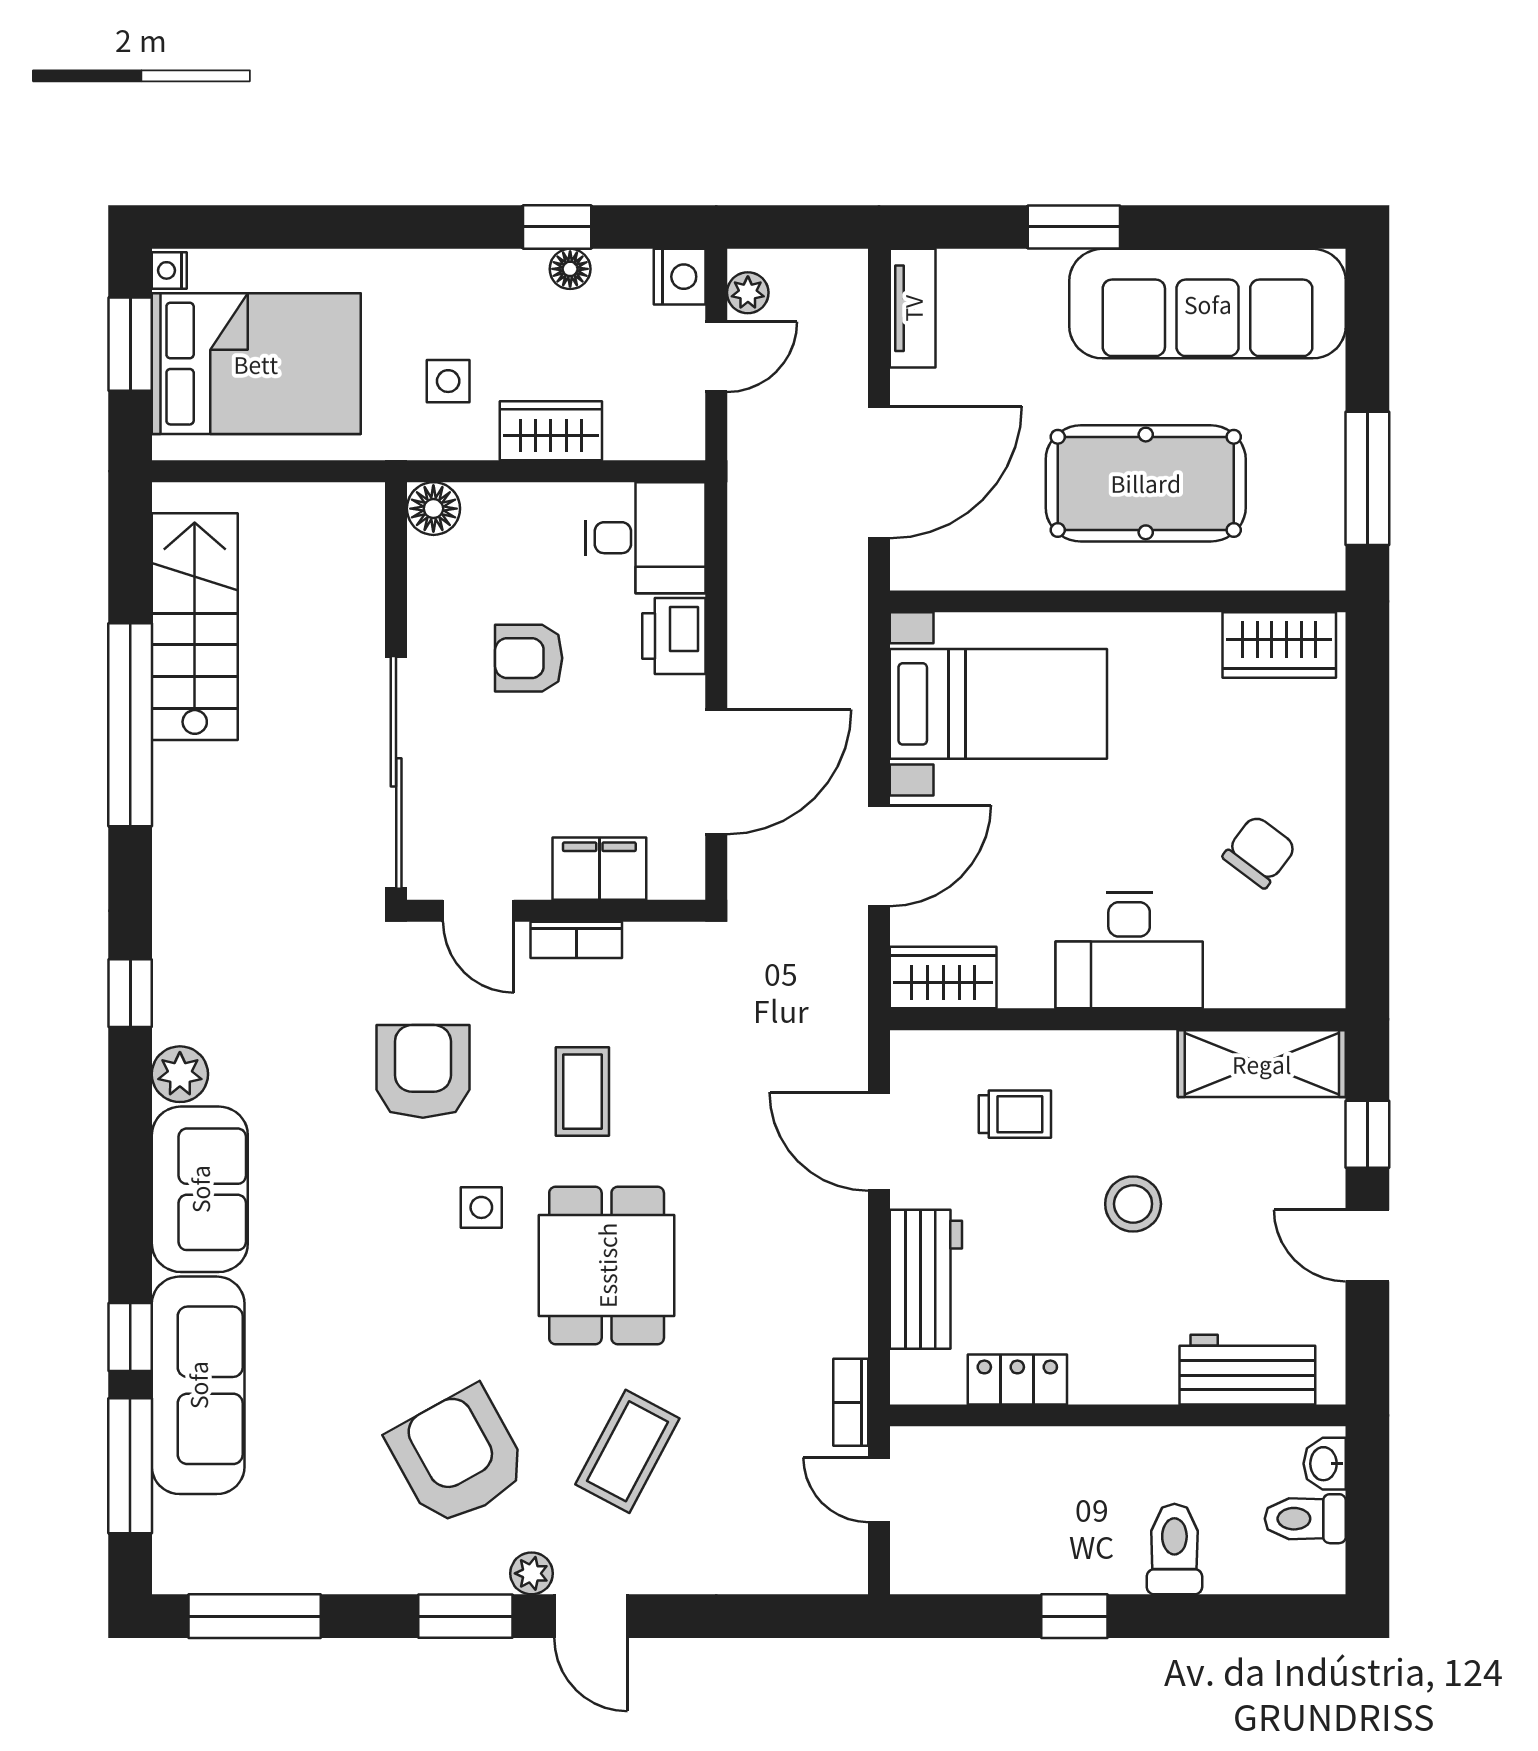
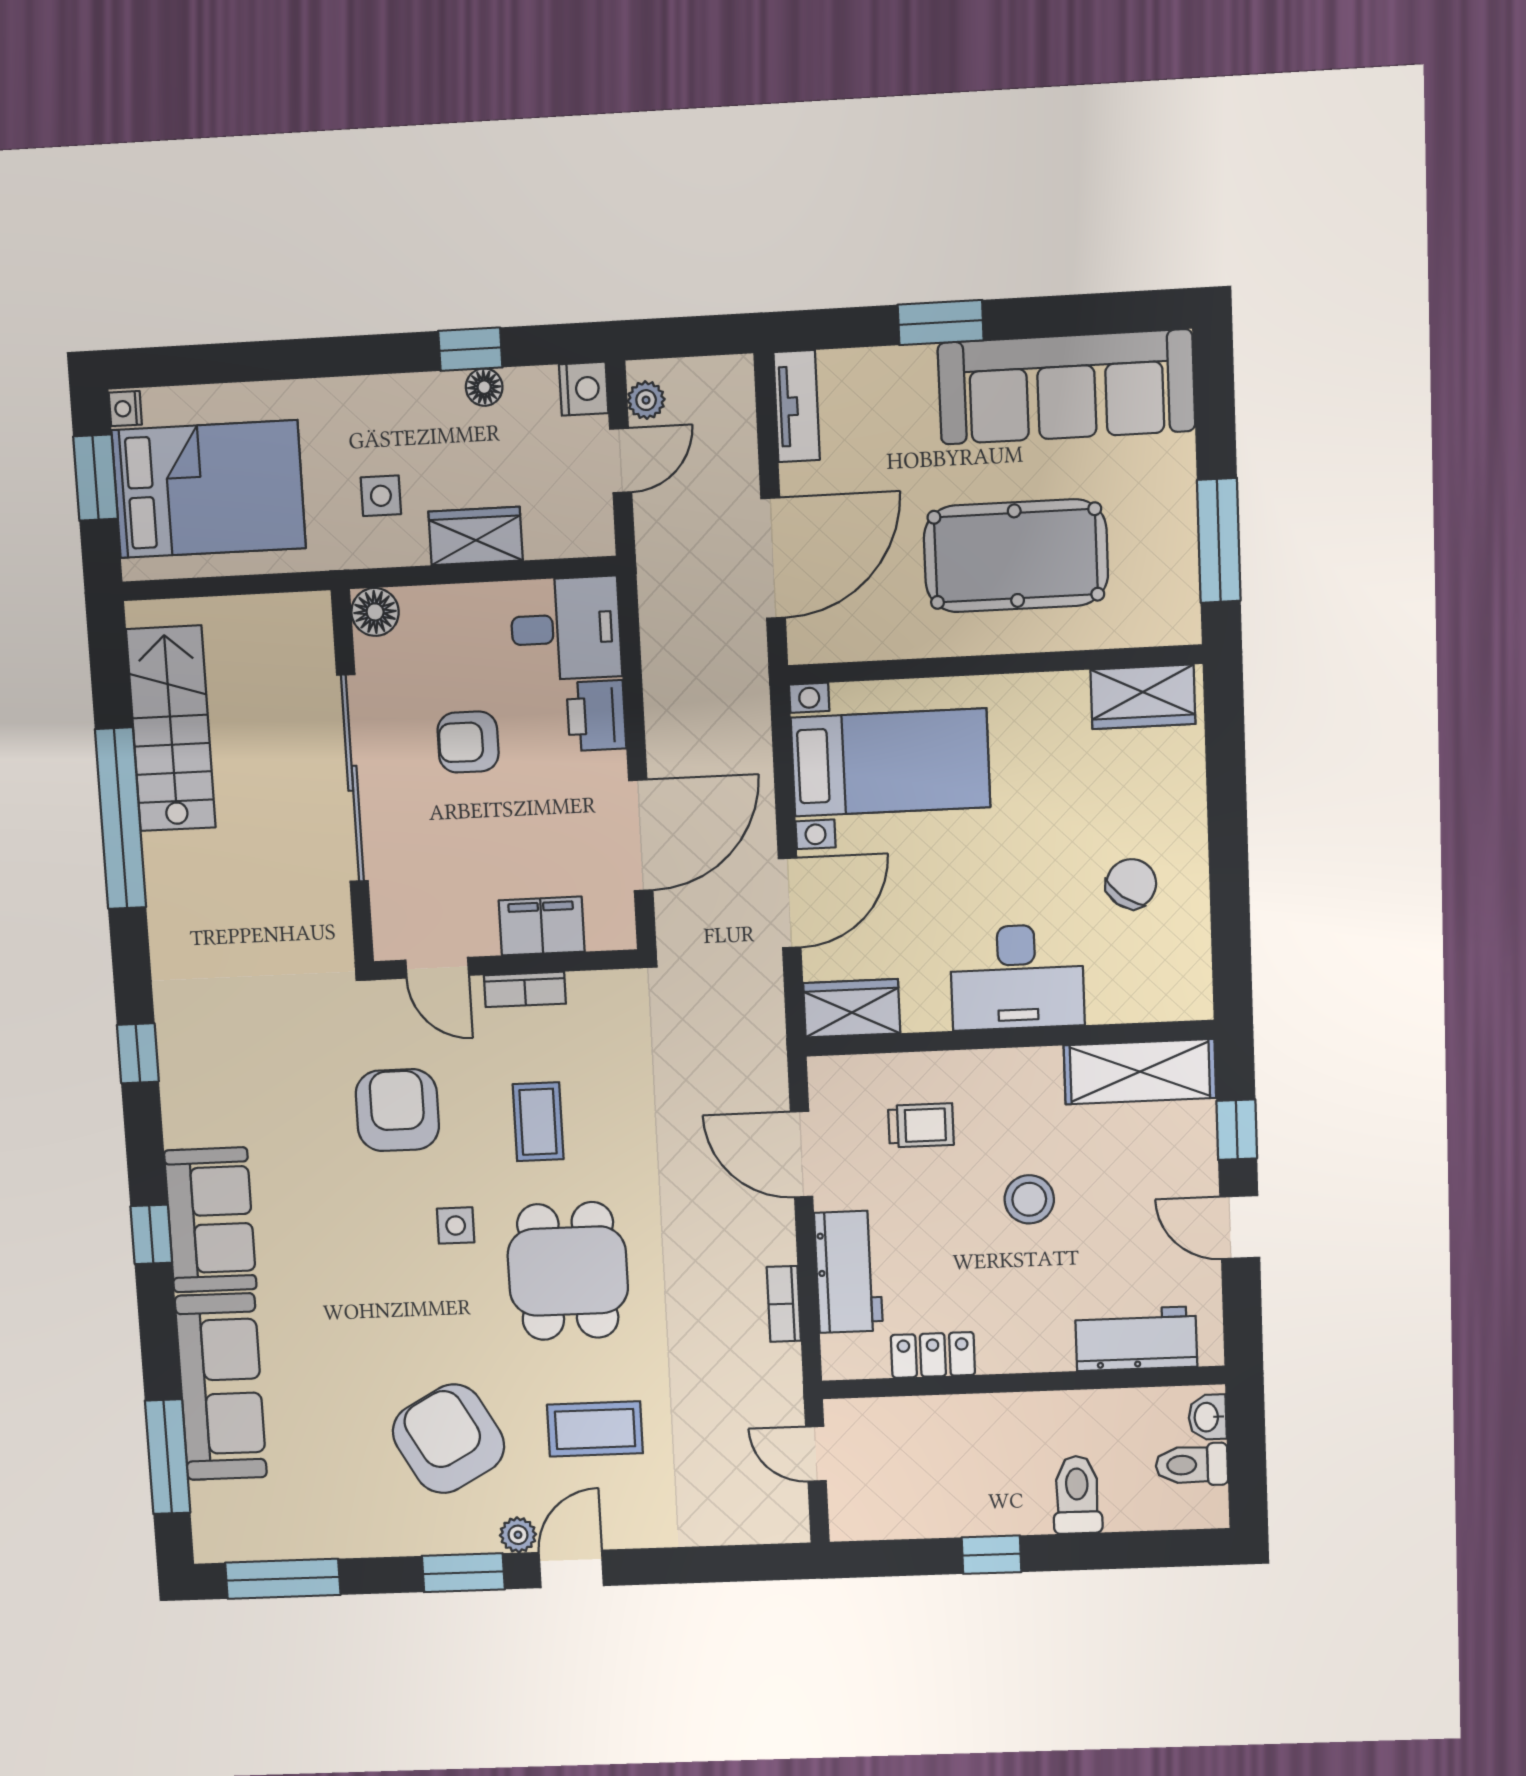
sliding door: (396, 772) -> (352, 778), moved
plant: (180, 1074) -> (186, 1122), removed
window: (130, 1337) -> (151, 1234), moved
bookcase: (851, 1402) -> (784, 1304), moved
coffee table: (627, 1451) -> (595, 1429), turned 62
door: (591, 1616) -> (571, 1569), swing flipped

